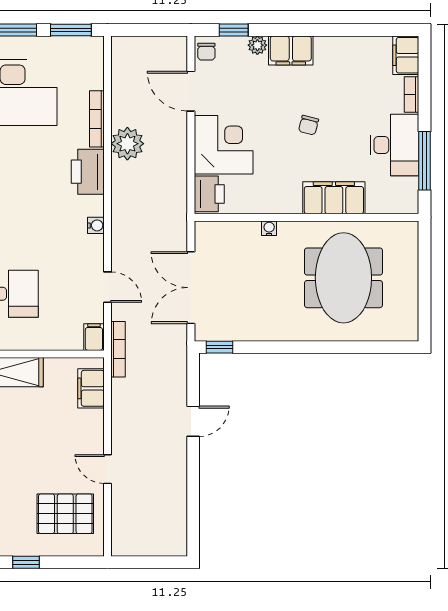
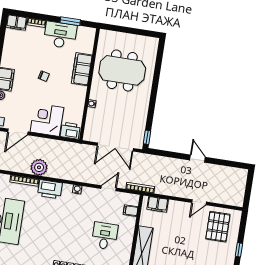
window: (425, 161) -> (70, 21), width x0.69
filing cabinet: (94, 337) -> (131, 211), moved
door: (193, 421) -> (198, 159), moved

